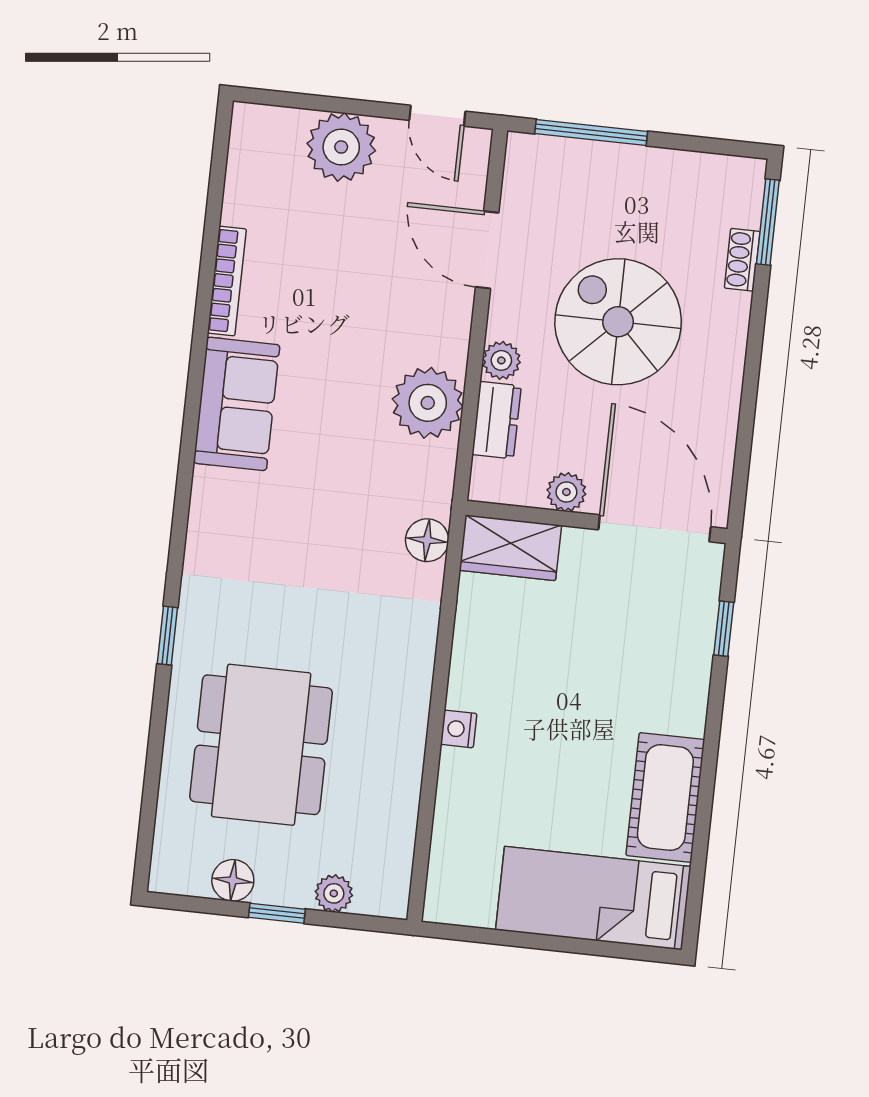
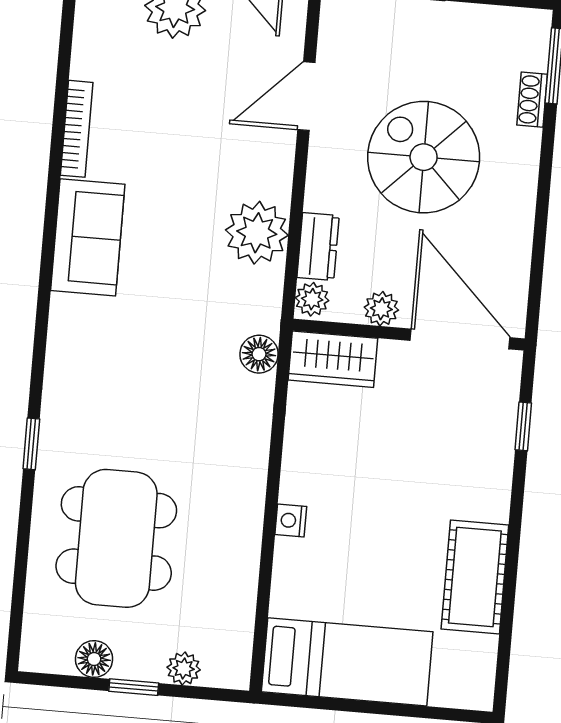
door: (487, 250) -> (306, 96), hinge flipped
plant: (501, 360) -> (312, 299), moved
bed: (593, 898) -> (347, 662), moved, turned 180

